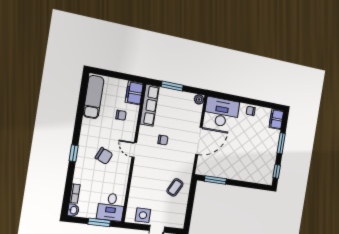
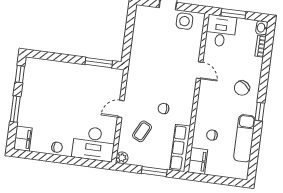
exam couch: (94, 97) -> (244, 138), moved
door: (199, 141) -> (121, 109), width x0.53
door: (134, 150) -> (200, 70), moved
window: (74, 153) -> (260, 112), moved
chair: (104, 156) -> (242, 88), moved, turned -76
coffee table: (175, 187) -> (142, 131), moved

